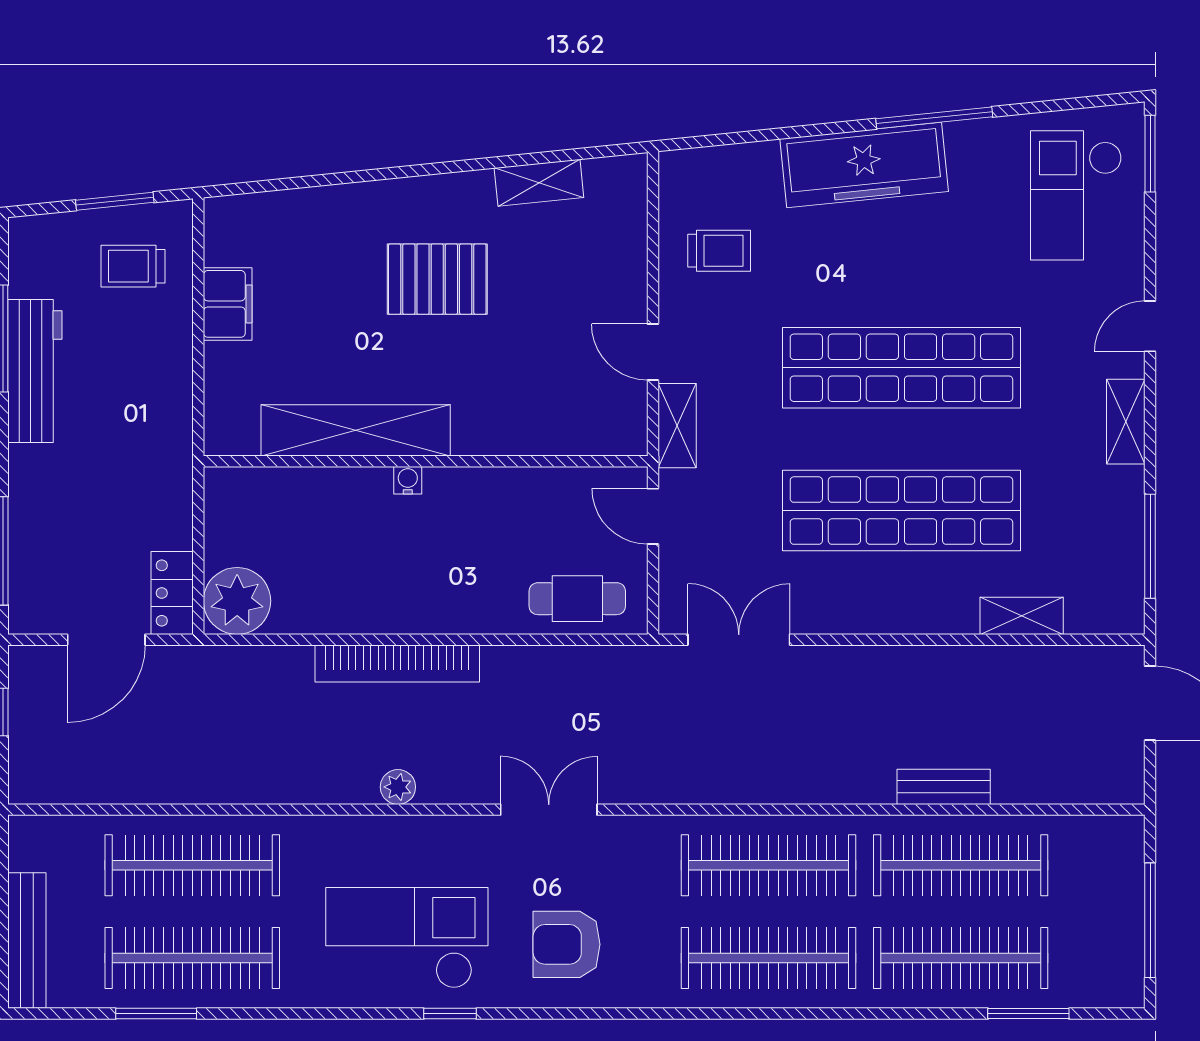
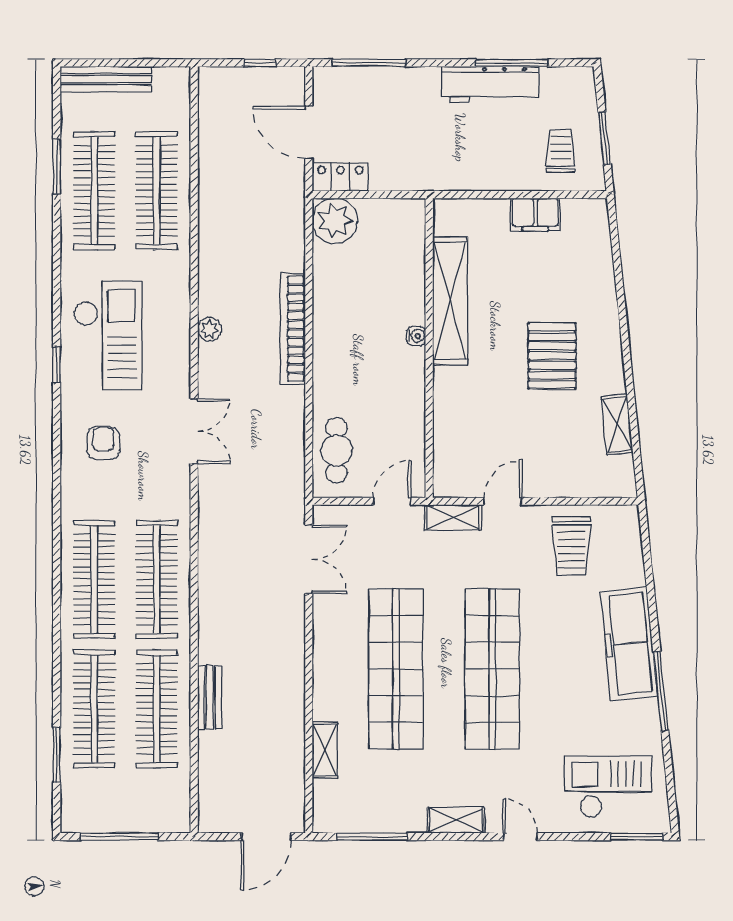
trolley: (719, 251) -> (571, 546), width x1.36, depth x1.39
armchair: (567, 944) -> (103, 443), width x0.72, depth x0.72

